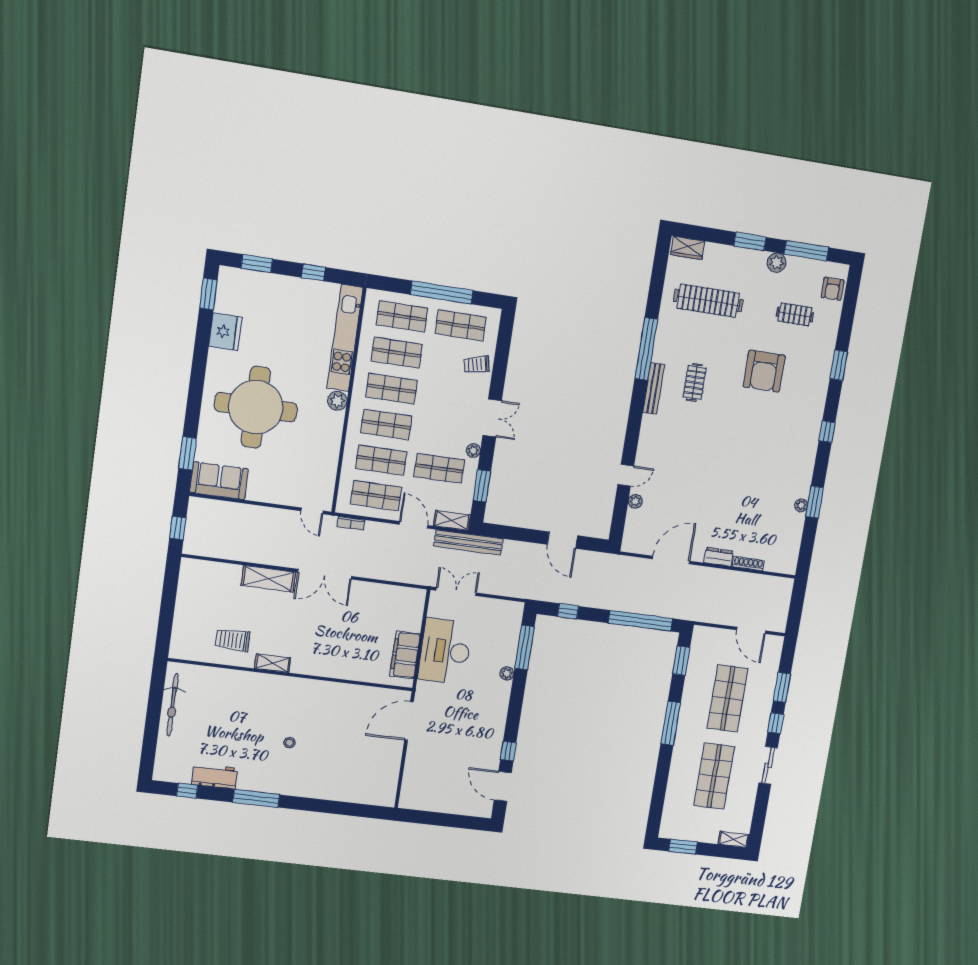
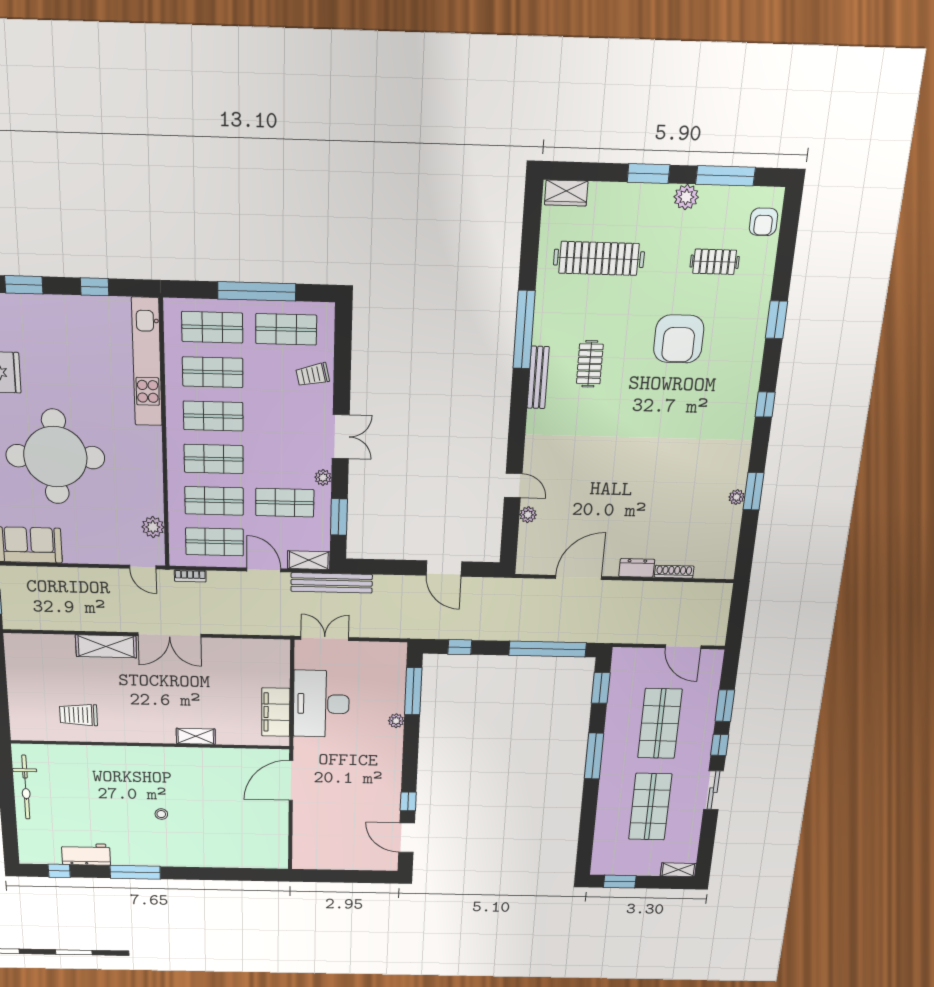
plant: (337, 401) -> (153, 527), moved
door: (626, 475) -> (513, 485), hinge flipped
shelving: (273, 663) -> (196, 736), moved

